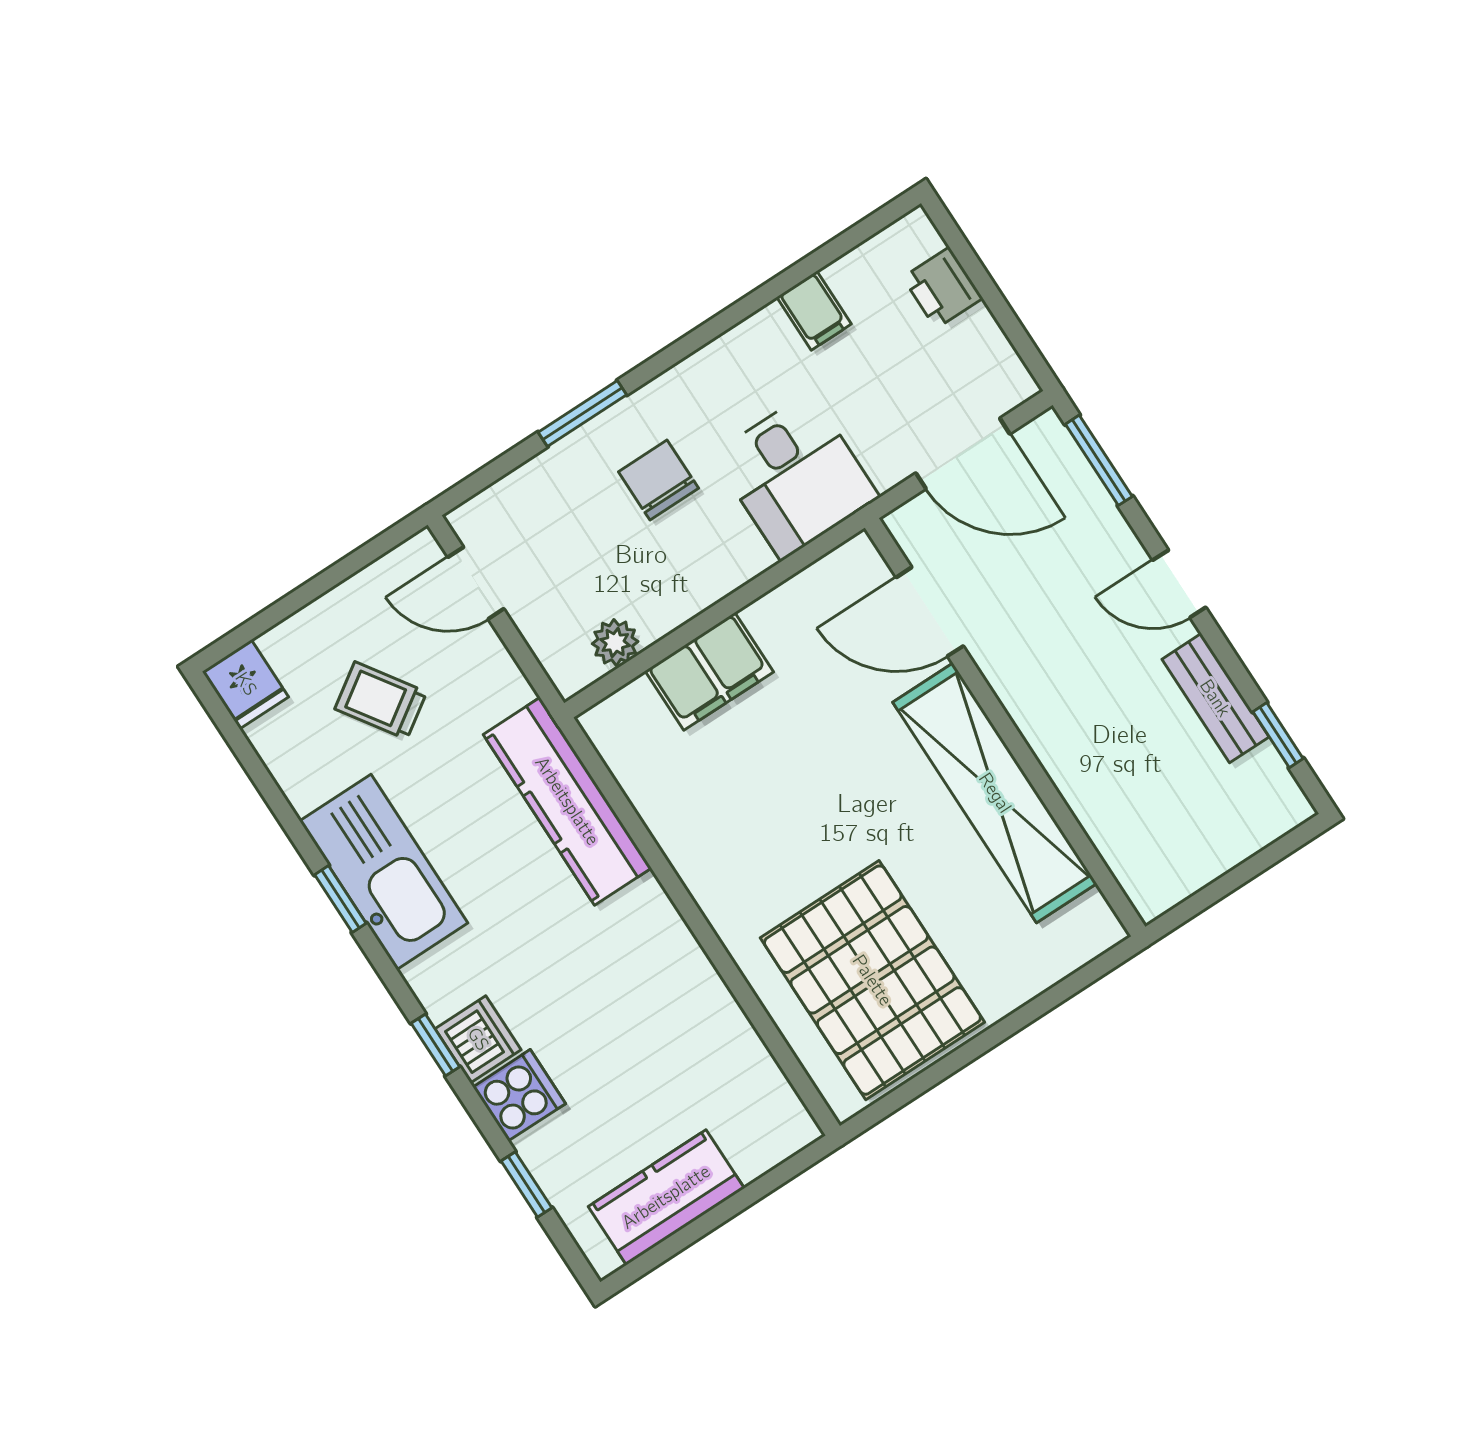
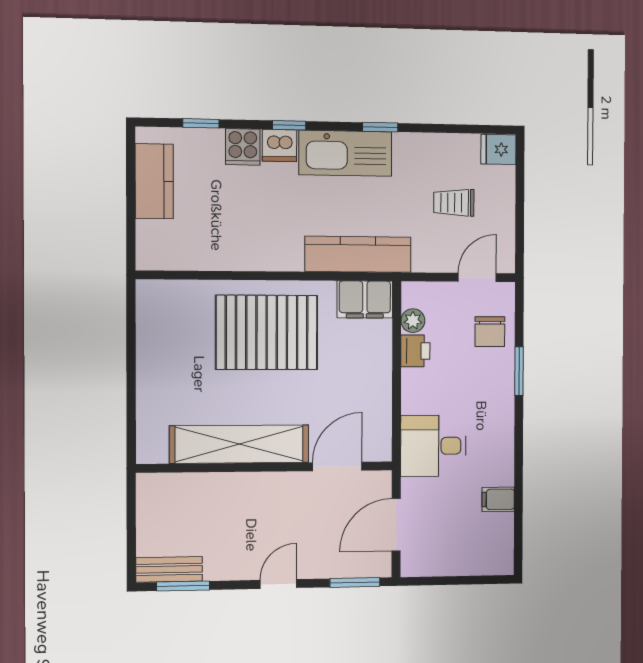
printer: (943, 288) -> (415, 351), moved, turned 90
chair: (658, 480) -> (490, 332), moved, turned 90
filing cabinet: (709, 671) -> (365, 299), moved, turned -90
bench: (1215, 698) -> (169, 569), moved
trolley: (381, 700) -> (454, 203), turned -146
window: (1278, 735) -> (183, 586), width x1.50
kitchen sink: (384, 872) -> (345, 153), moved
pallet: (872, 980) -> (267, 332), moved

